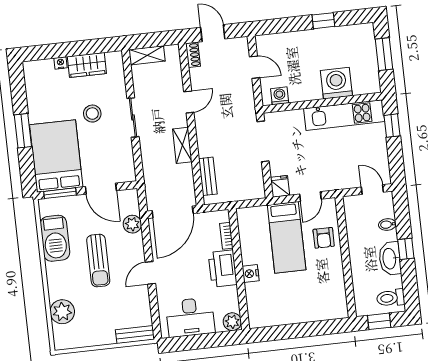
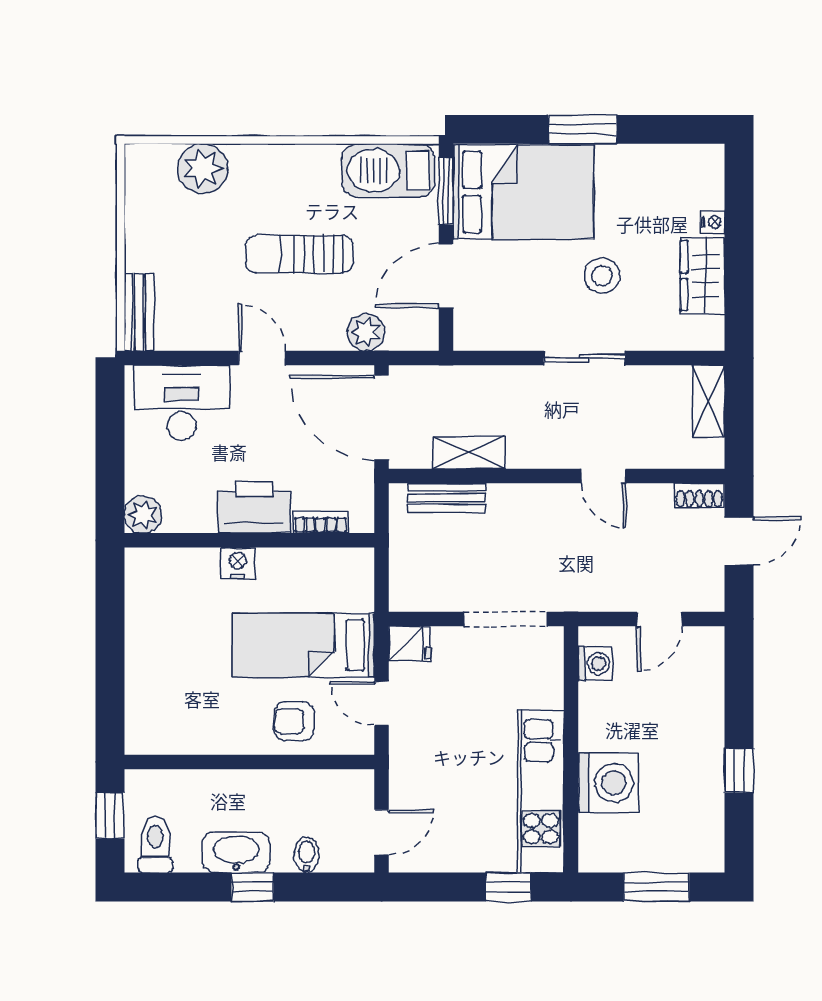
shelving: (182, 145) -> (469, 453), moved
barbecue: (55, 238) -> (388, 170), moved
desk: (190, 317) -> (182, 403), moved, turned 90

